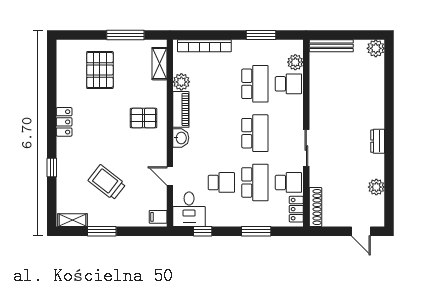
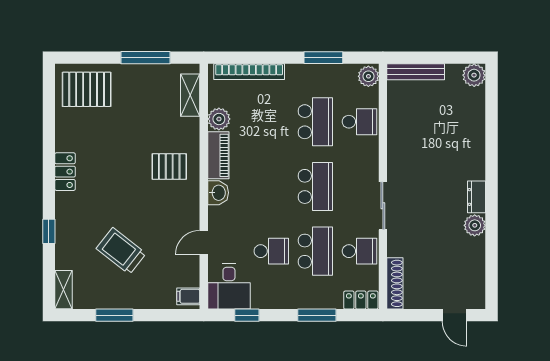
plant: (295, 62) -> (368, 76), moved
pallet: (100, 70) -> (87, 89), moved, turned 90
door: (170, 176) -> (204, 243), hinge flipped
plant: (376, 187) -> (475, 225), moved
locker: (296, 209) -> (361, 300), moved, turned 90
shelving: (72, 220) -> (63, 290), moved, turned 90

